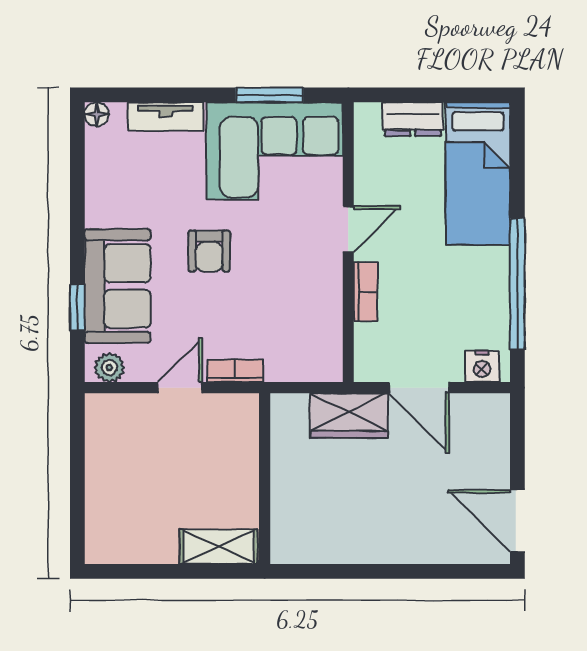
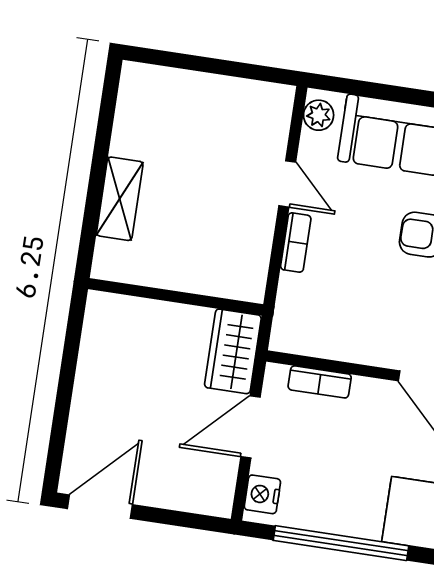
bookcase: (366, 292) -> (320, 382), moved
window: (77, 307) -> (385, 92), removed
wall: (265, 479) -> (176, 297), moved

